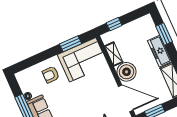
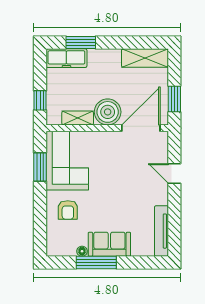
freezer: (159, 51) -> (66, 58), moved

